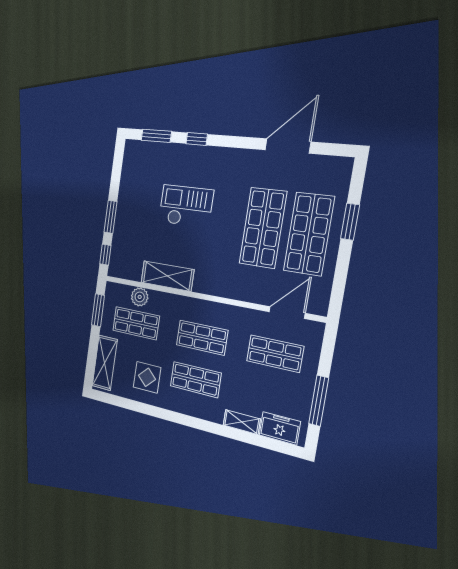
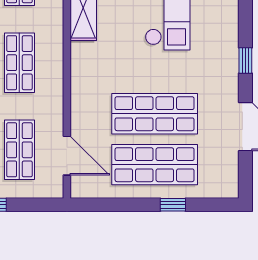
window: (197, 139) -> (245, 60), moved
window: (350, 222) -> (173, 205), width x0.67

